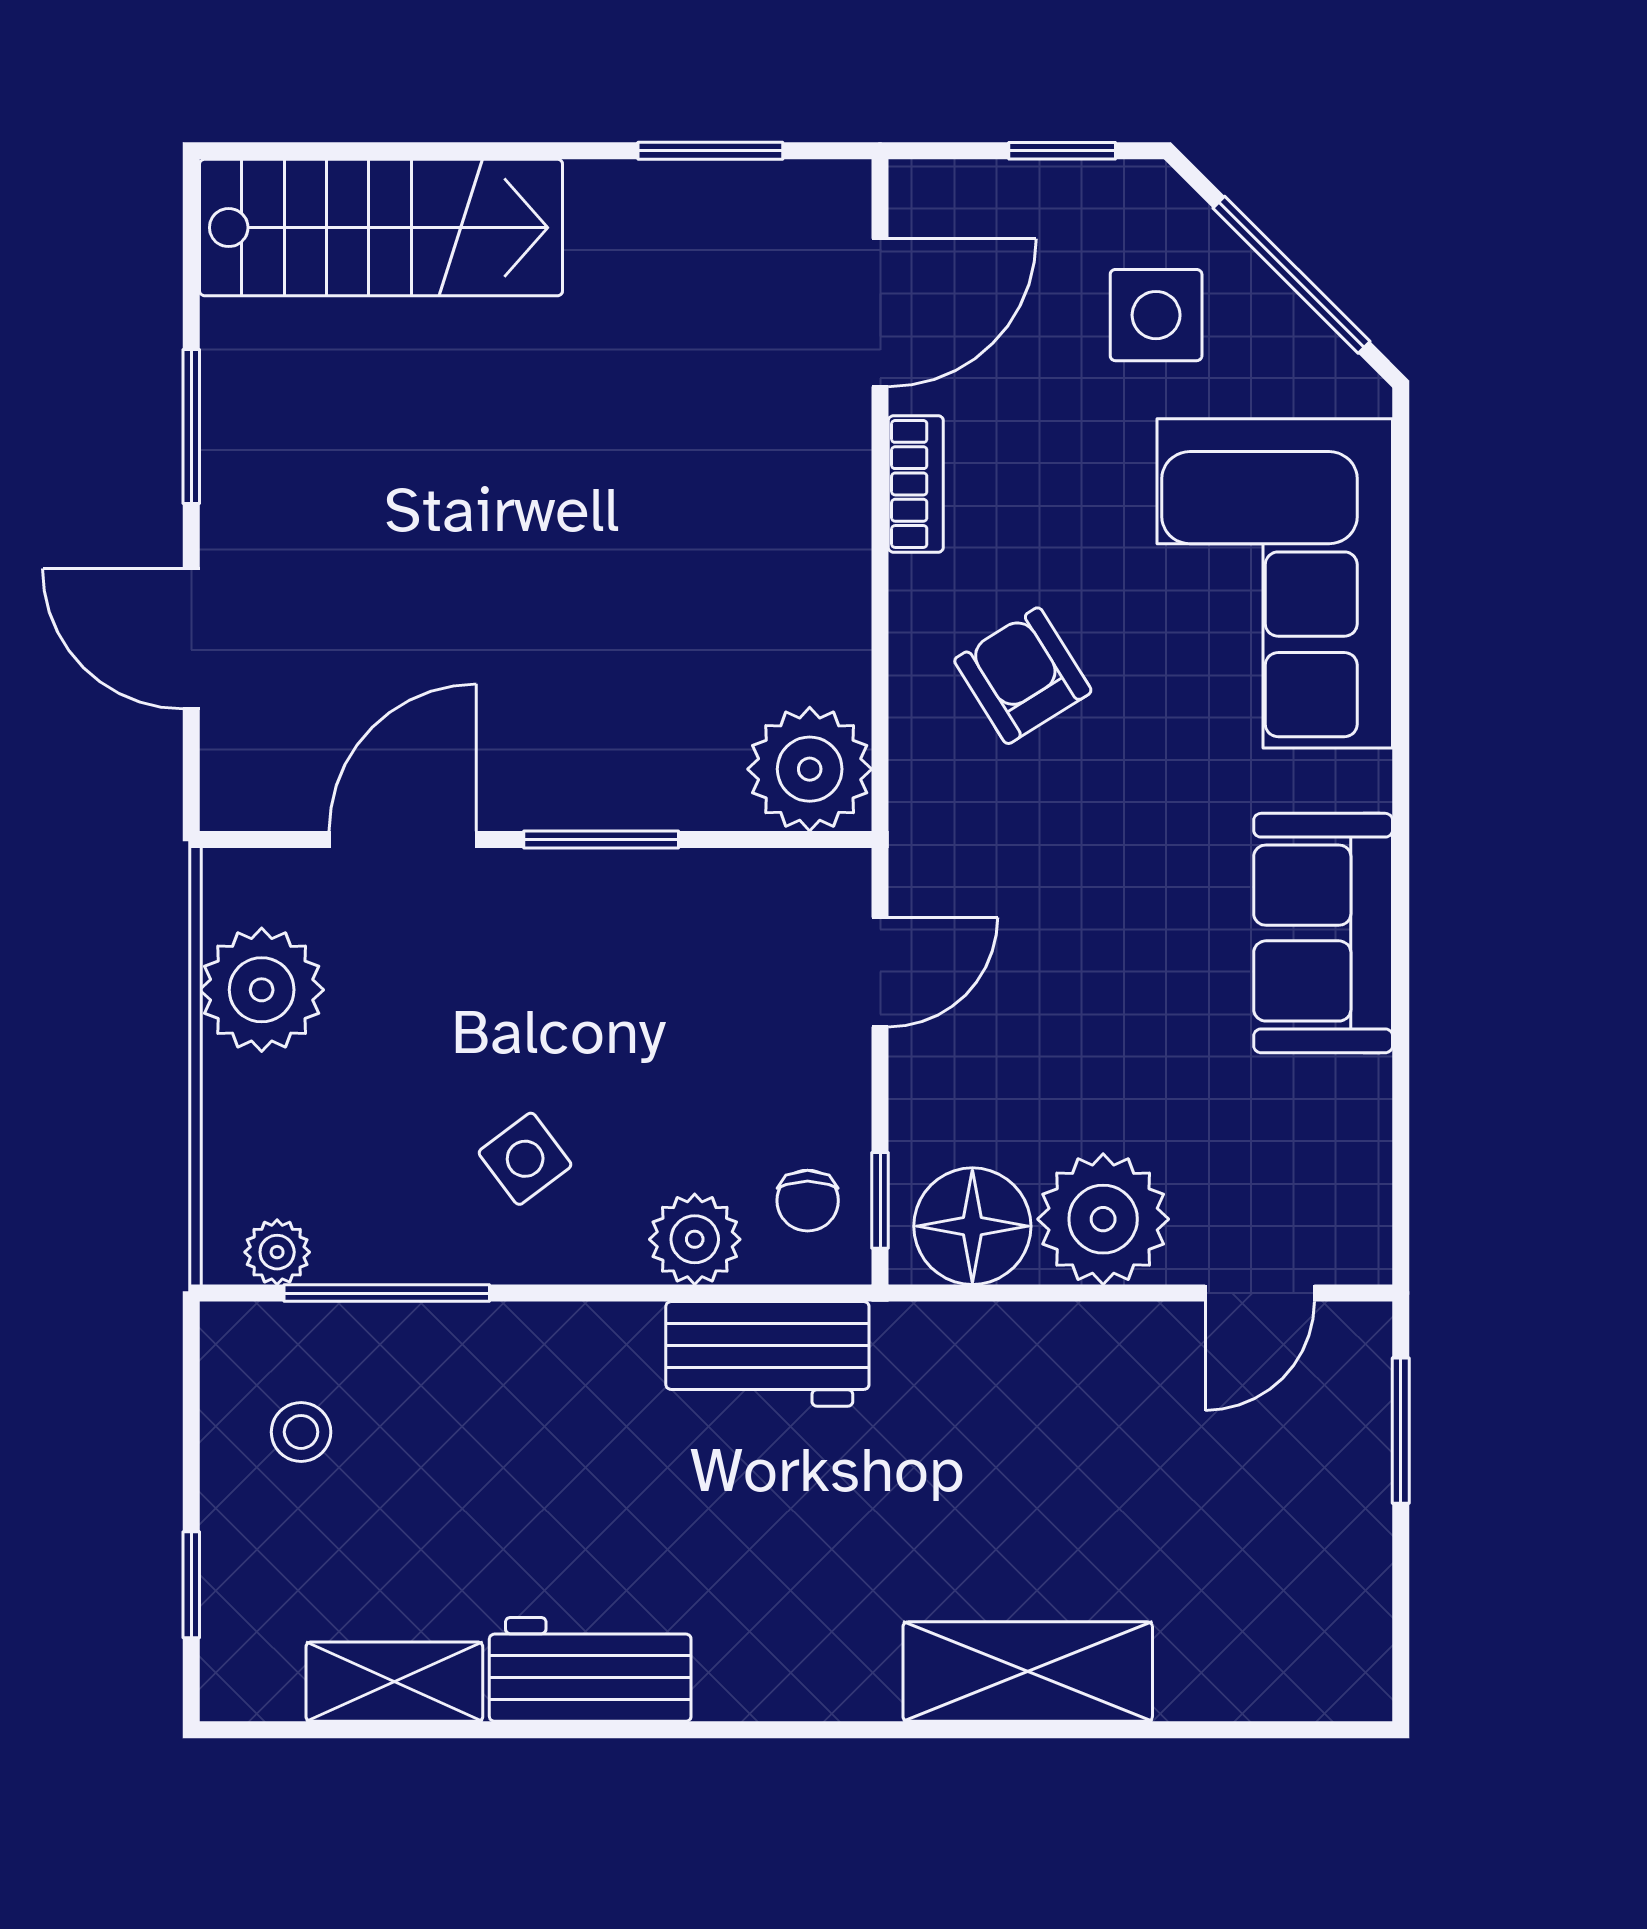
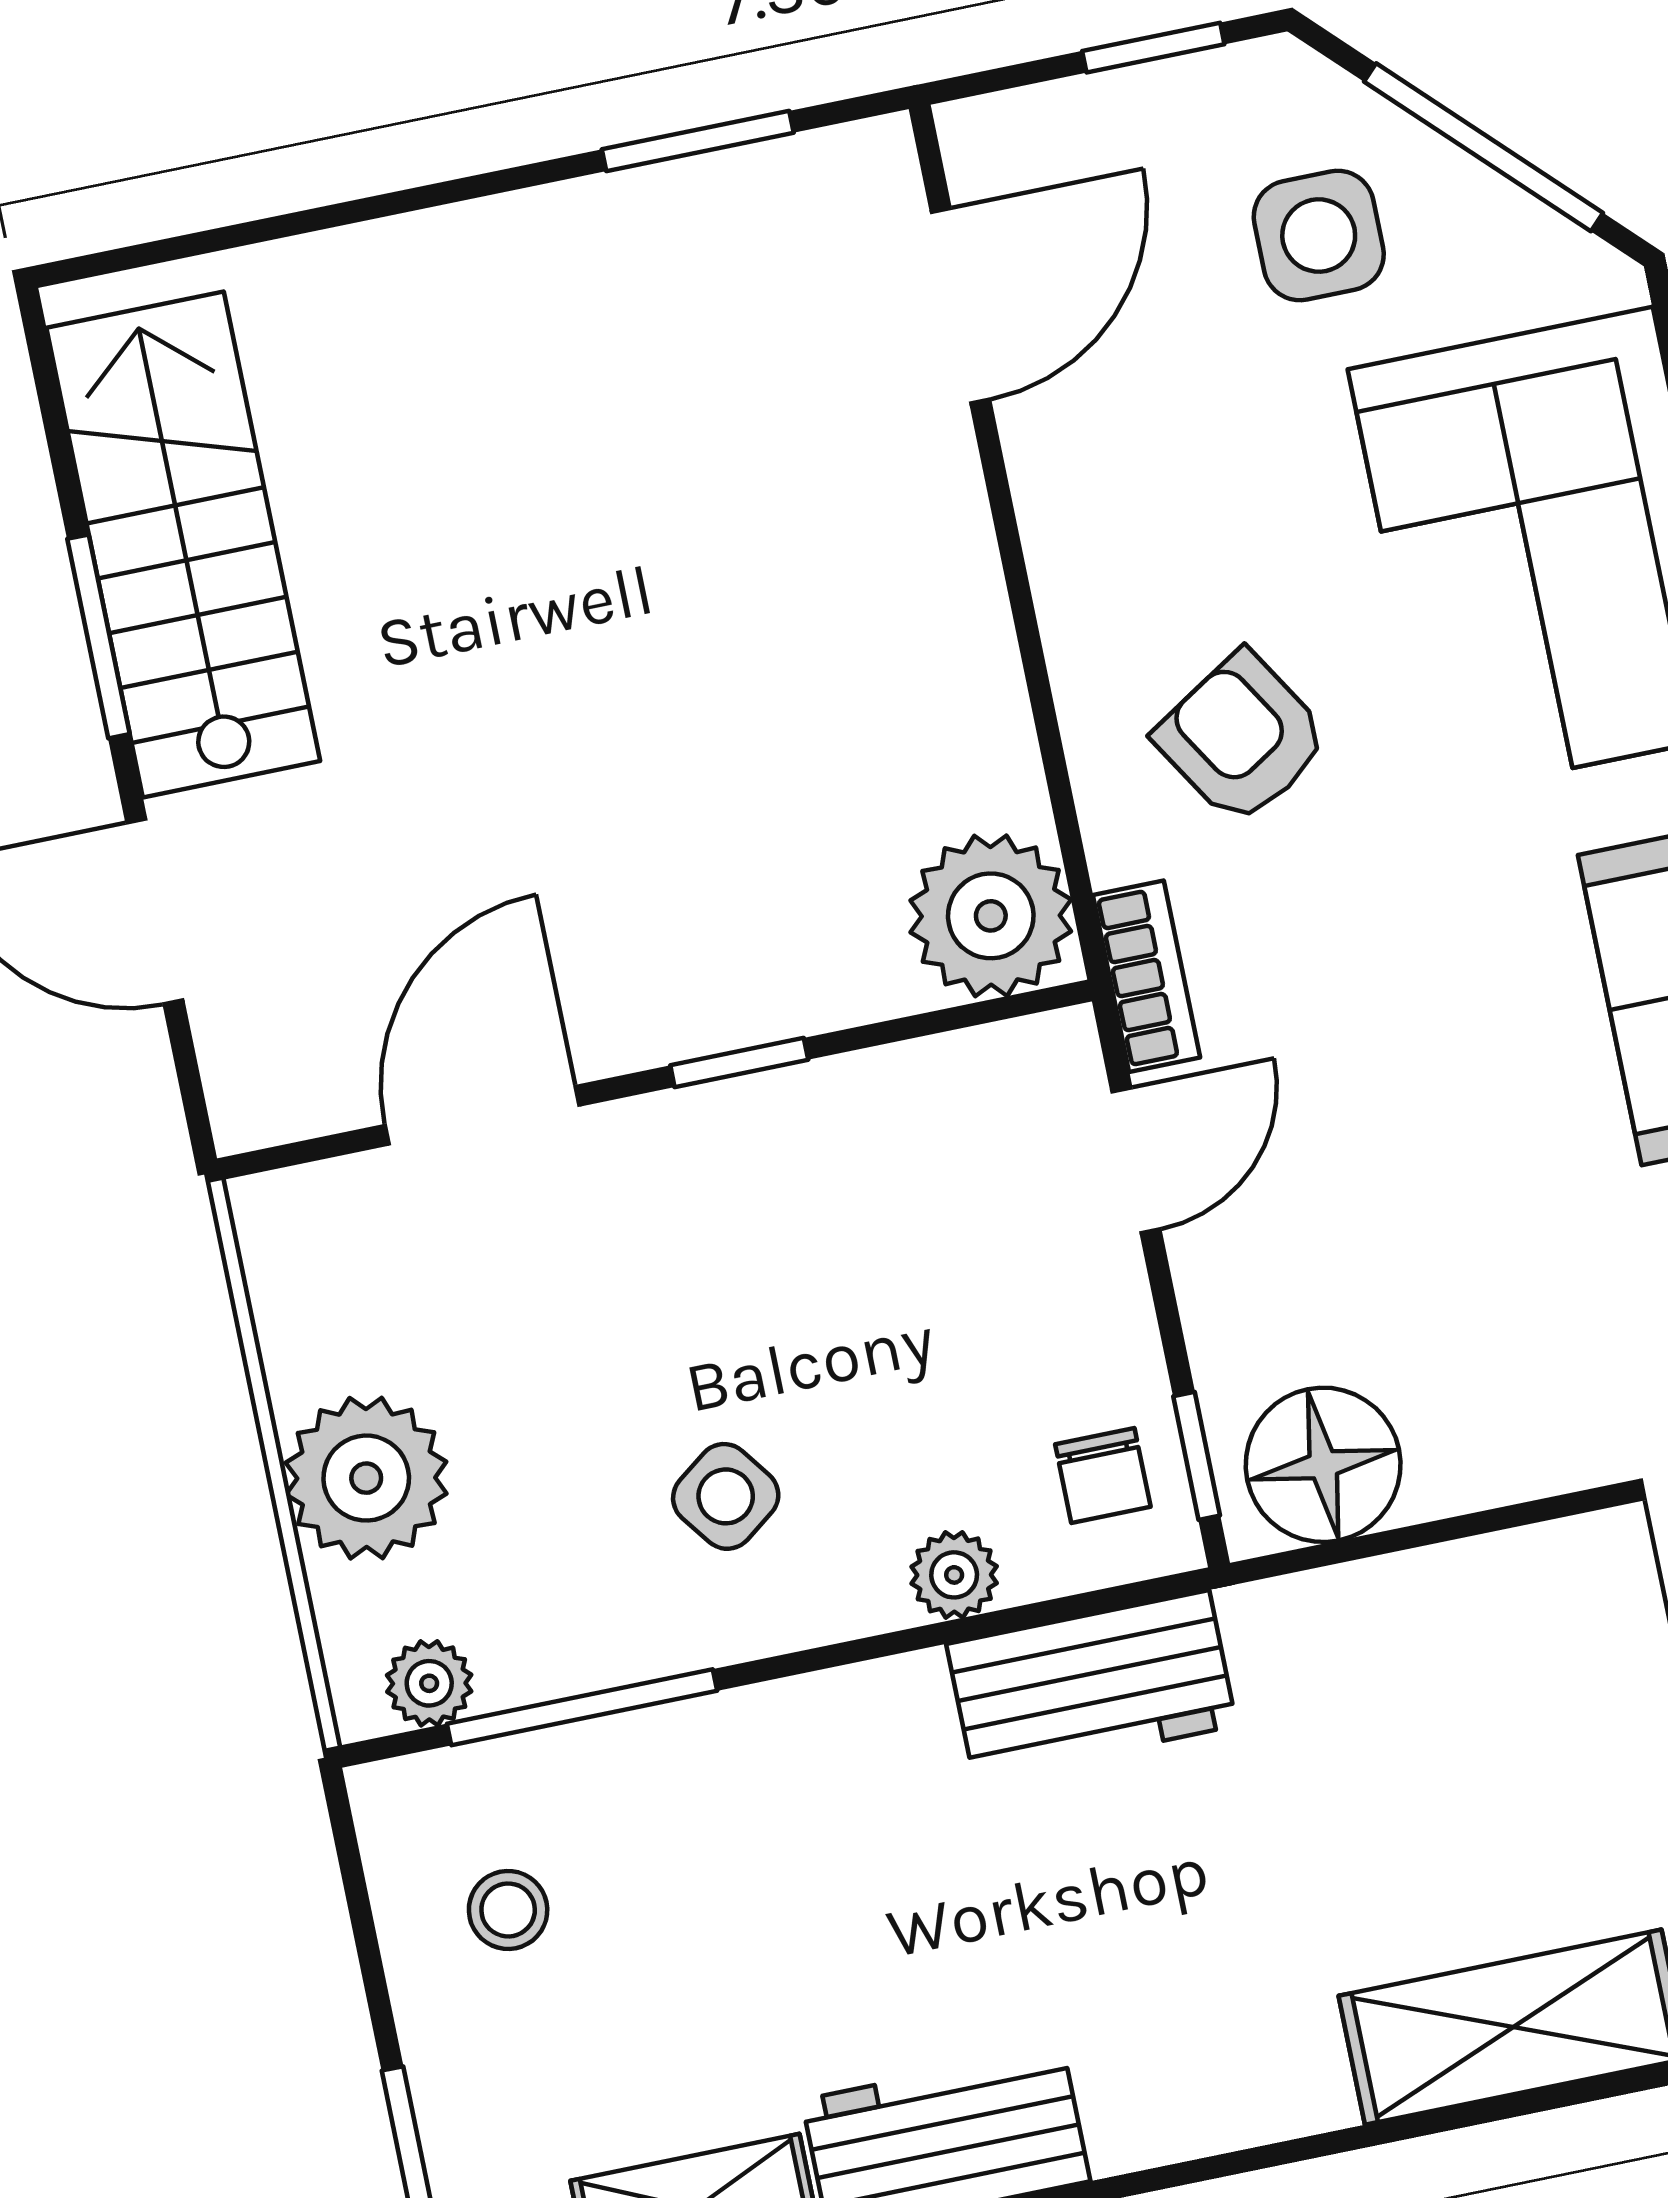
stairs: (381, 228) -> (183, 544), moved, turned -90
bookcase: (916, 484) -> (1146, 976), moved
window: (601, 839) -> (739, 1063), width x0.67
plant: (262, 990) -> (366, 1478), moved
plant: (1103, 1219) -> (1491, 1421), removed
plant: (695, 1239) -> (954, 1575), width x0.73, depth x0.73

